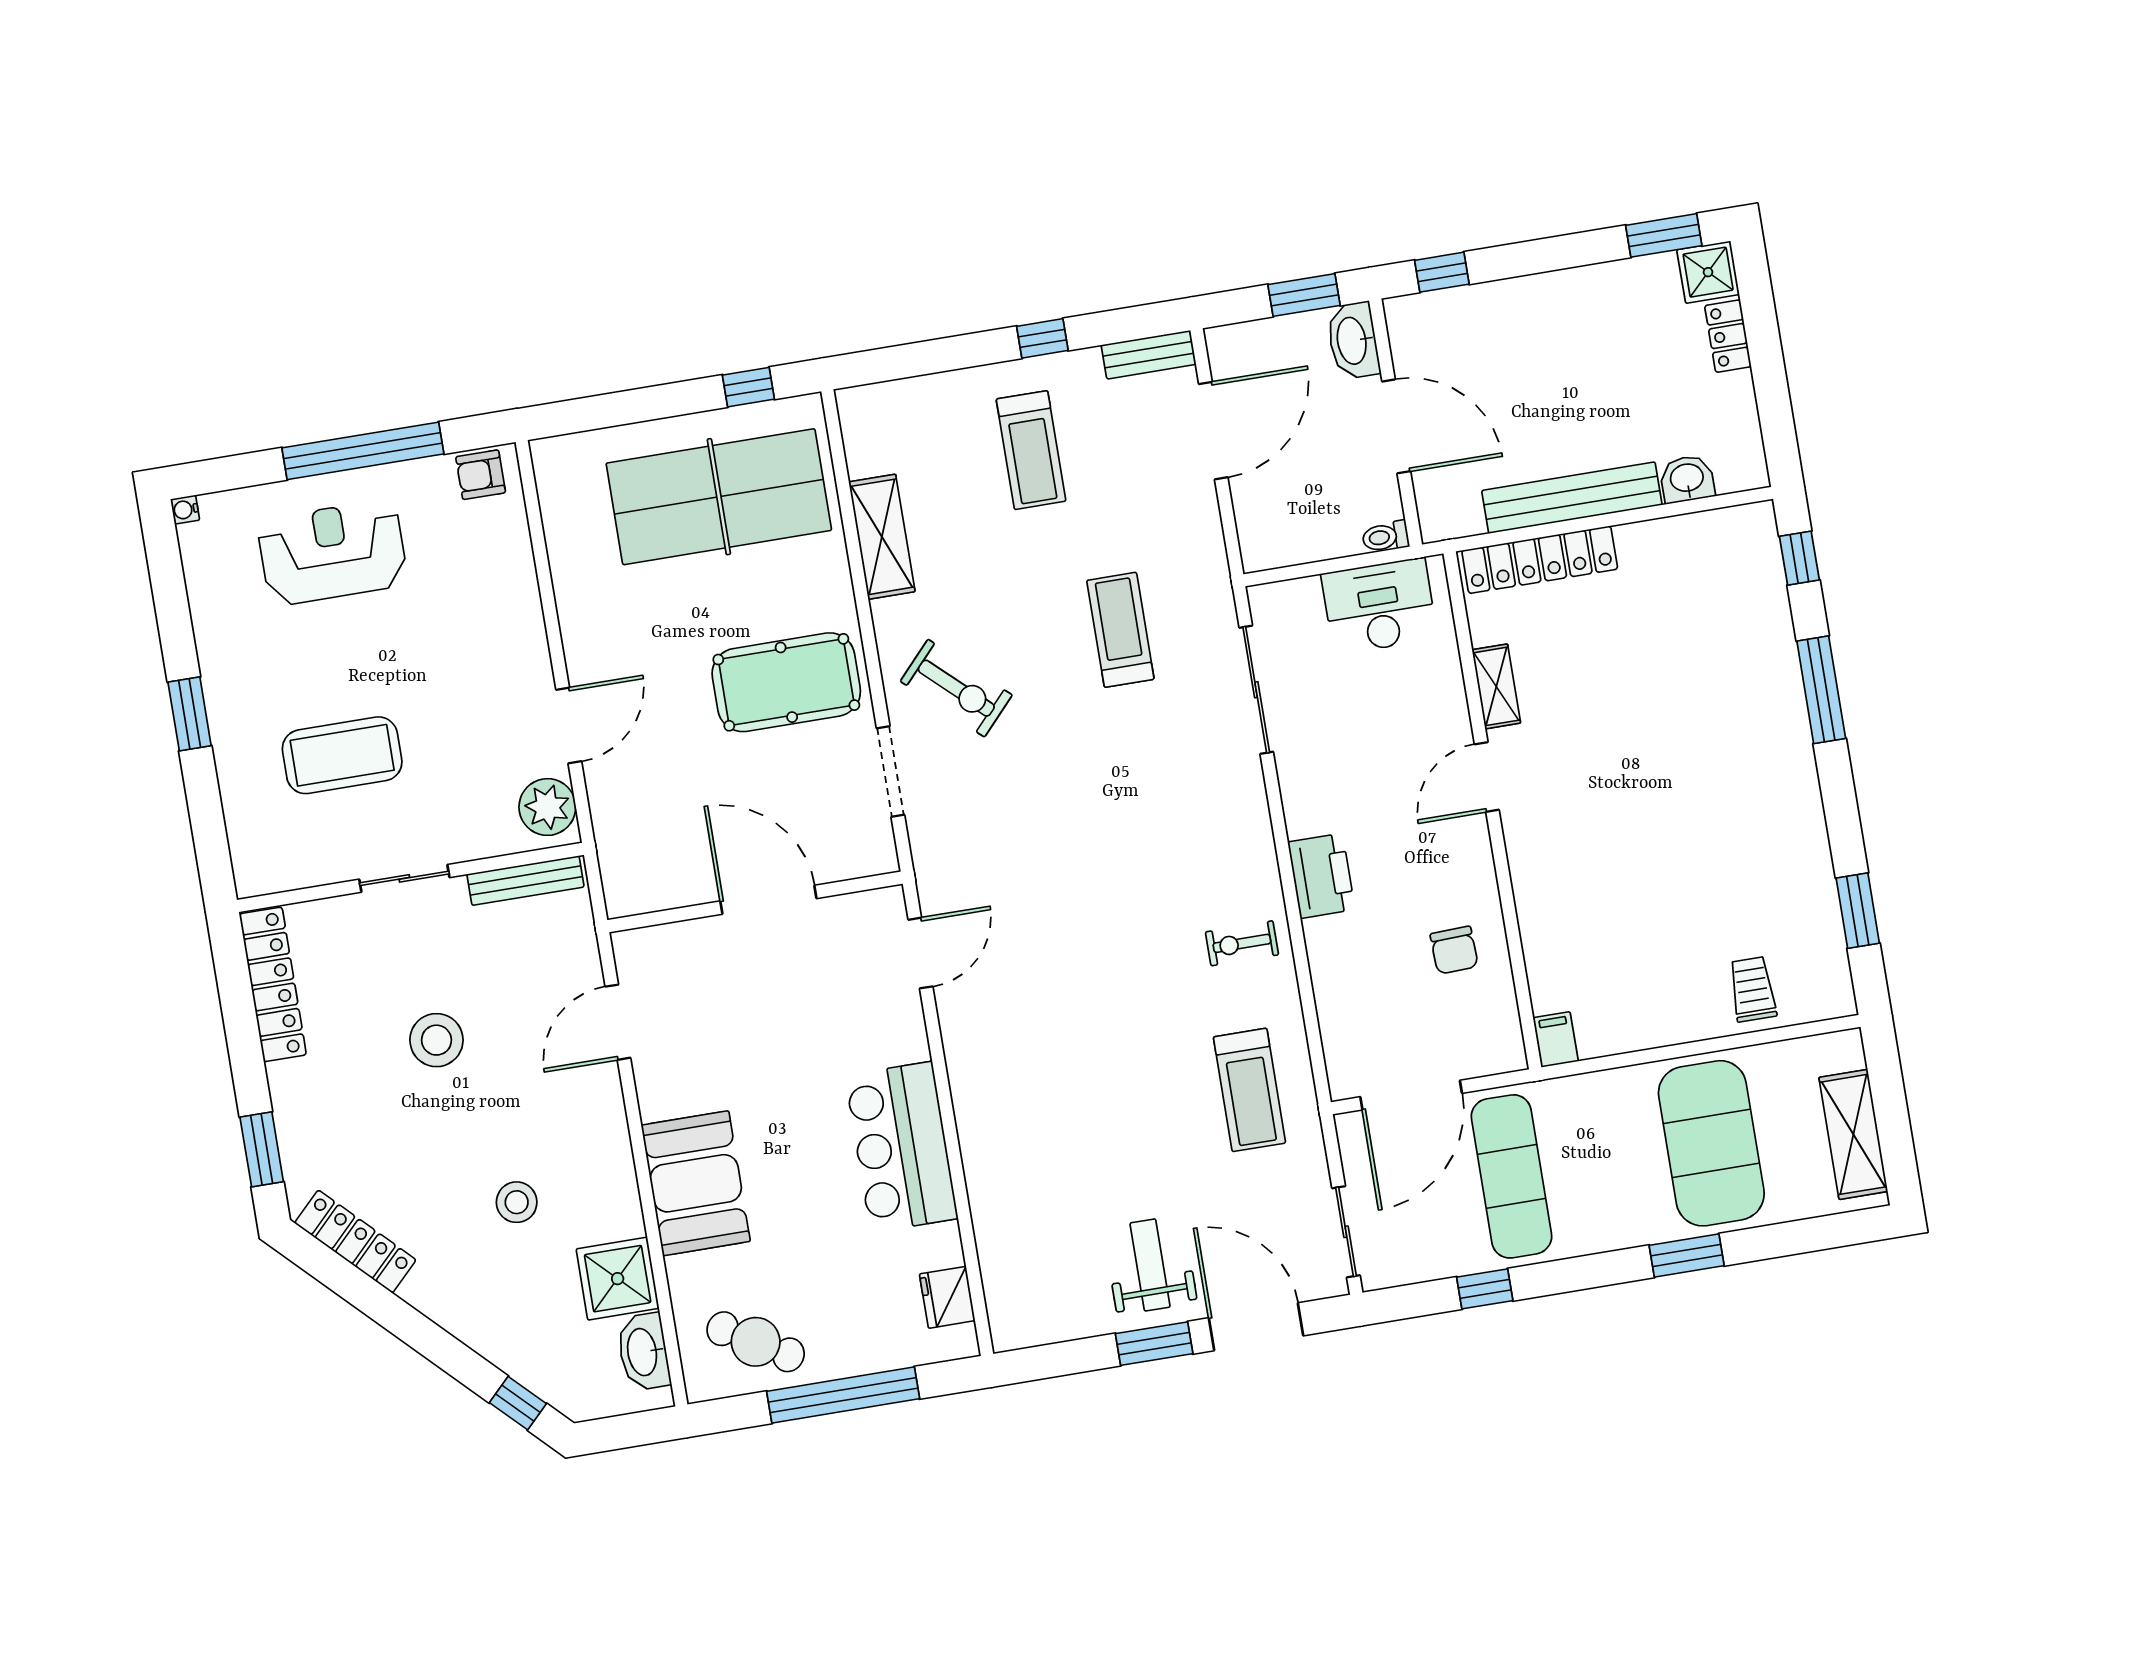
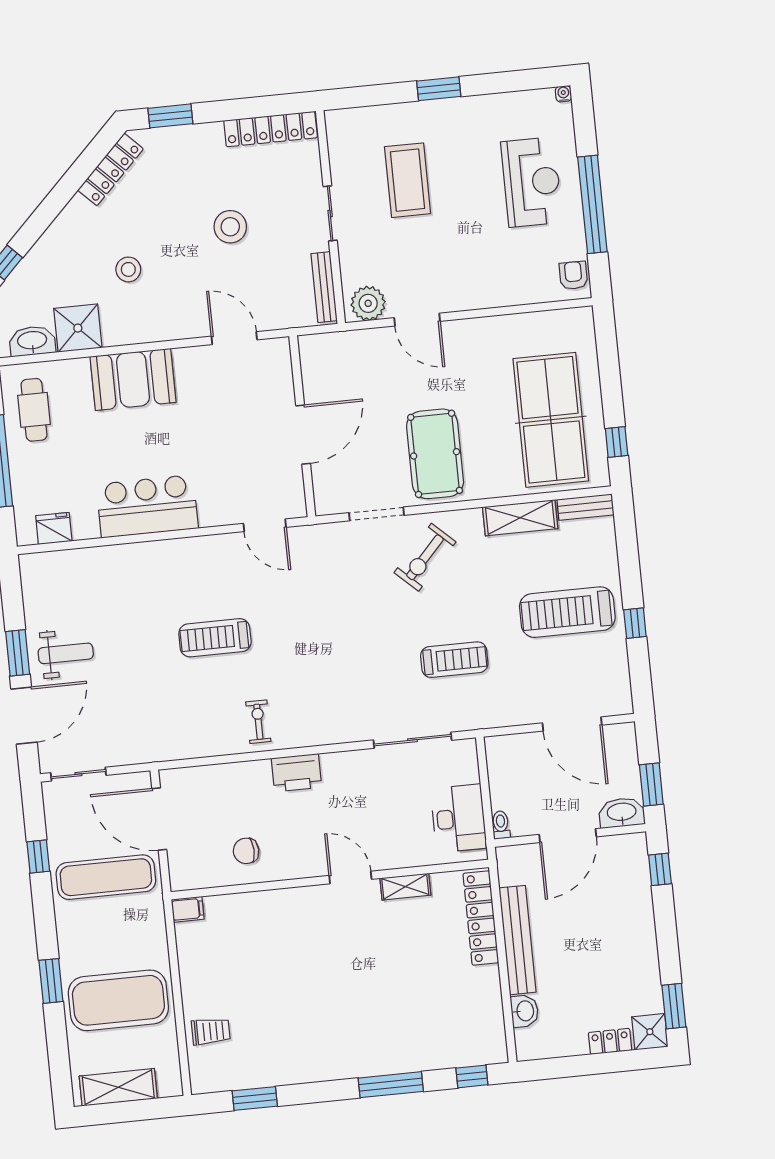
bench: (1149, 355) -> (585, 507), moved, turned 90
treadmill: (1031, 450) -> (567, 612), width x1.37, depth x1.38
treadmill: (1249, 1090) -> (215, 638), moved
cafe table: (756, 1342) -> (34, 410), turned -31

